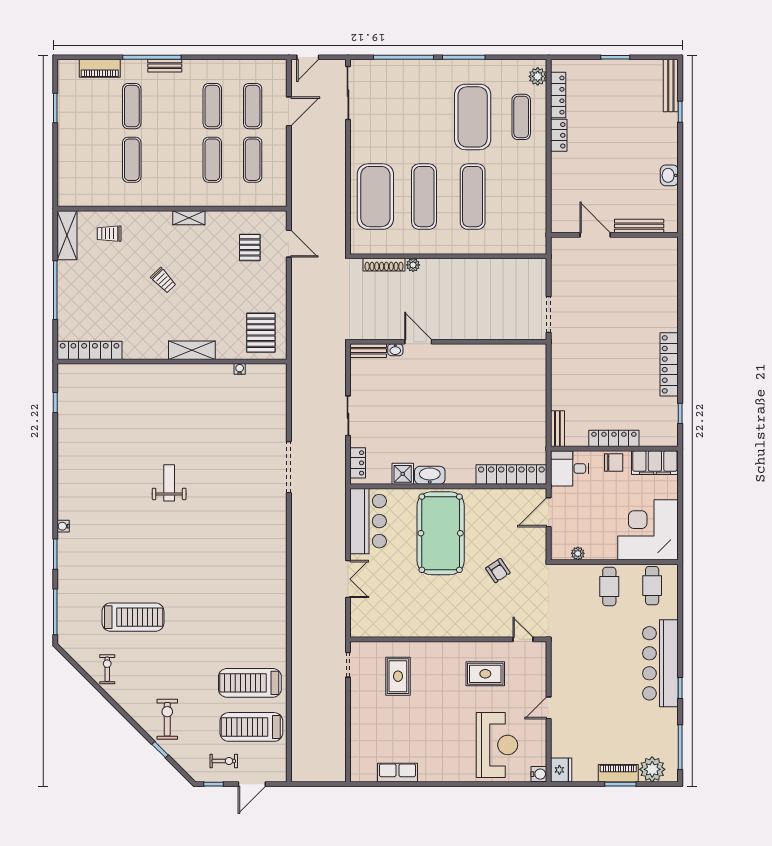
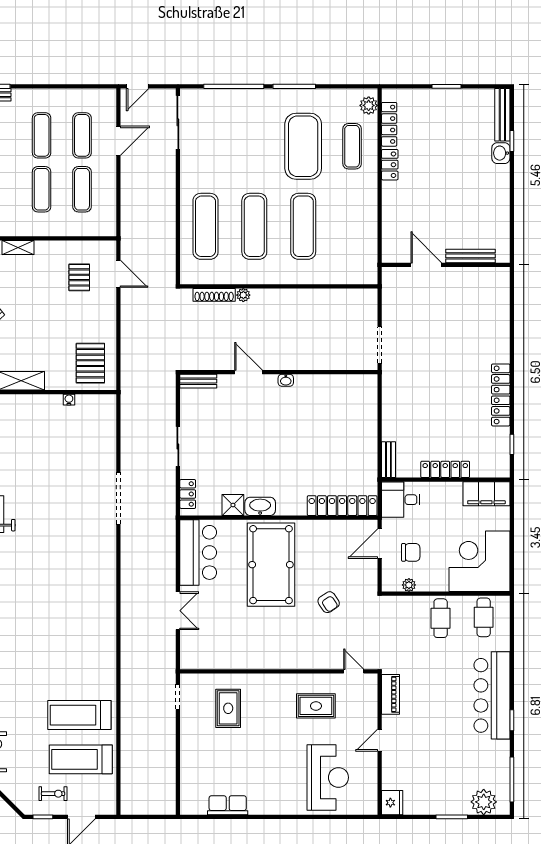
washbasin: (669, 175) -> (501, 153), moved
exercise mat: (375, 197) -> (205, 226), width x0.68
washbasin: (395, 350) -> (286, 380), moved
chair: (614, 463) -> (411, 552), moved
piano: (618, 773) -> (390, 694), moved, turned 90
water cooler: (539, 774) -> (370, 807), removed

